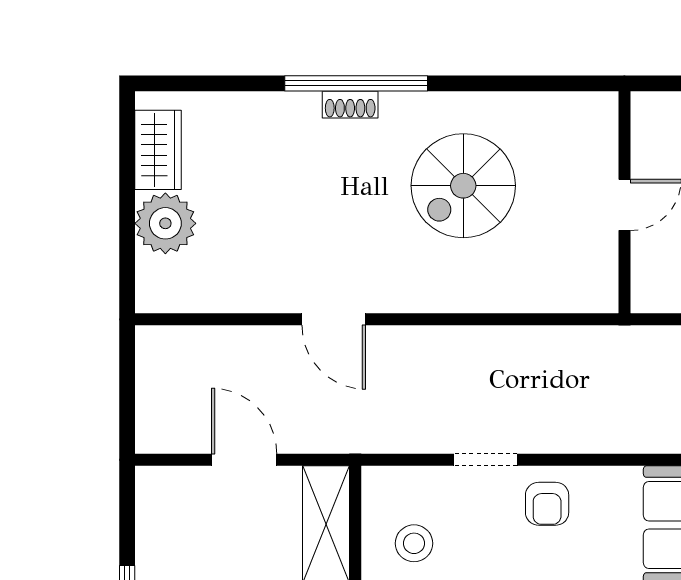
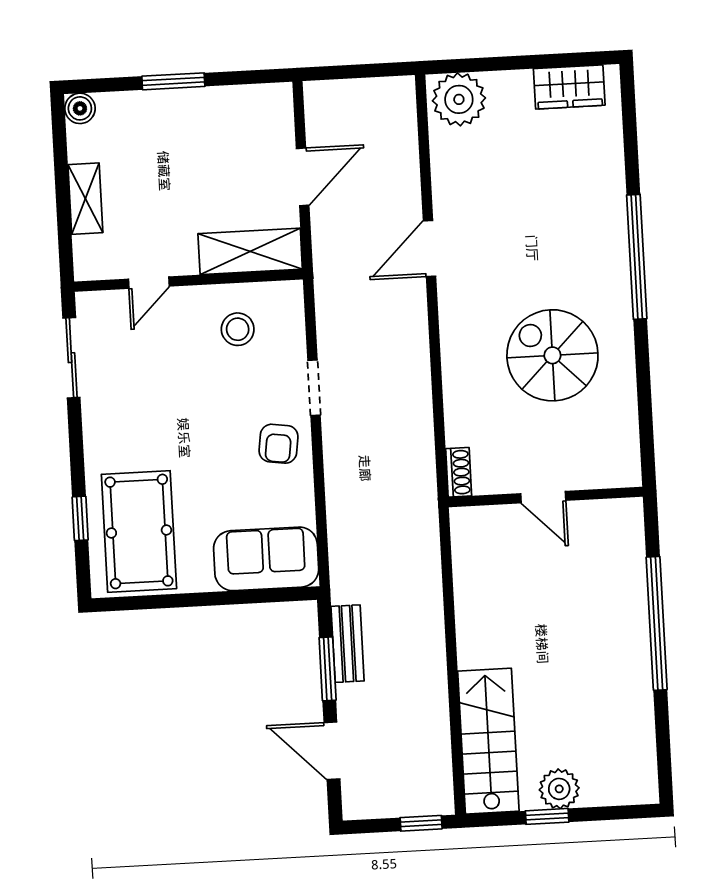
shoe rack: (350, 105) -> (459, 472), moved, turned 180
plant: (165, 223) -> (459, 99), moved
armchair: (547, 504) -> (278, 444), turned -82

